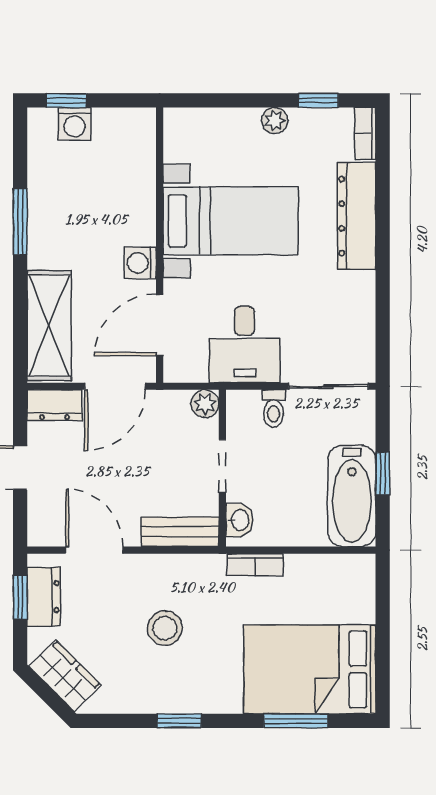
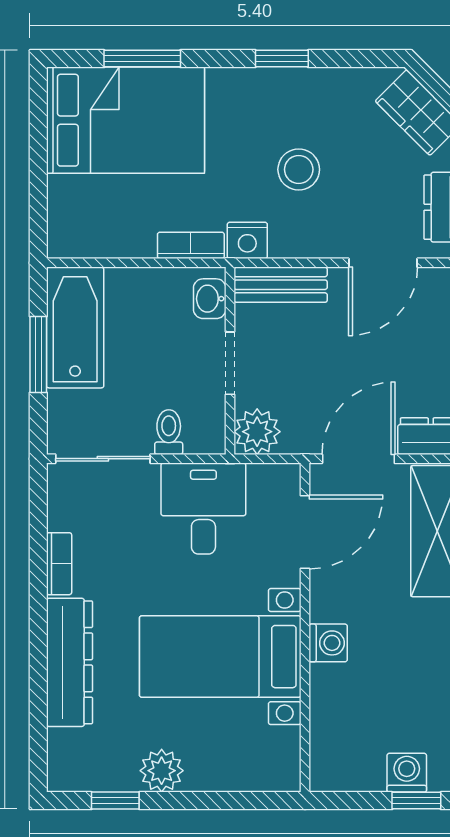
plant: (275, 121) -> (162, 771), width x1.38, depth x1.38
bookcase: (365, 133) -> (59, 564), moved
washing machine: (140, 263) -> (328, 643), moved
plant: (205, 404) -> (257, 432), width x1.38, depth x1.38
window: (383, 473) -> (38, 354), width x1.50
door: (94, 550) -> (383, 263), hinge flipped
nightstand: (208, 569) -> (247, 240), added

